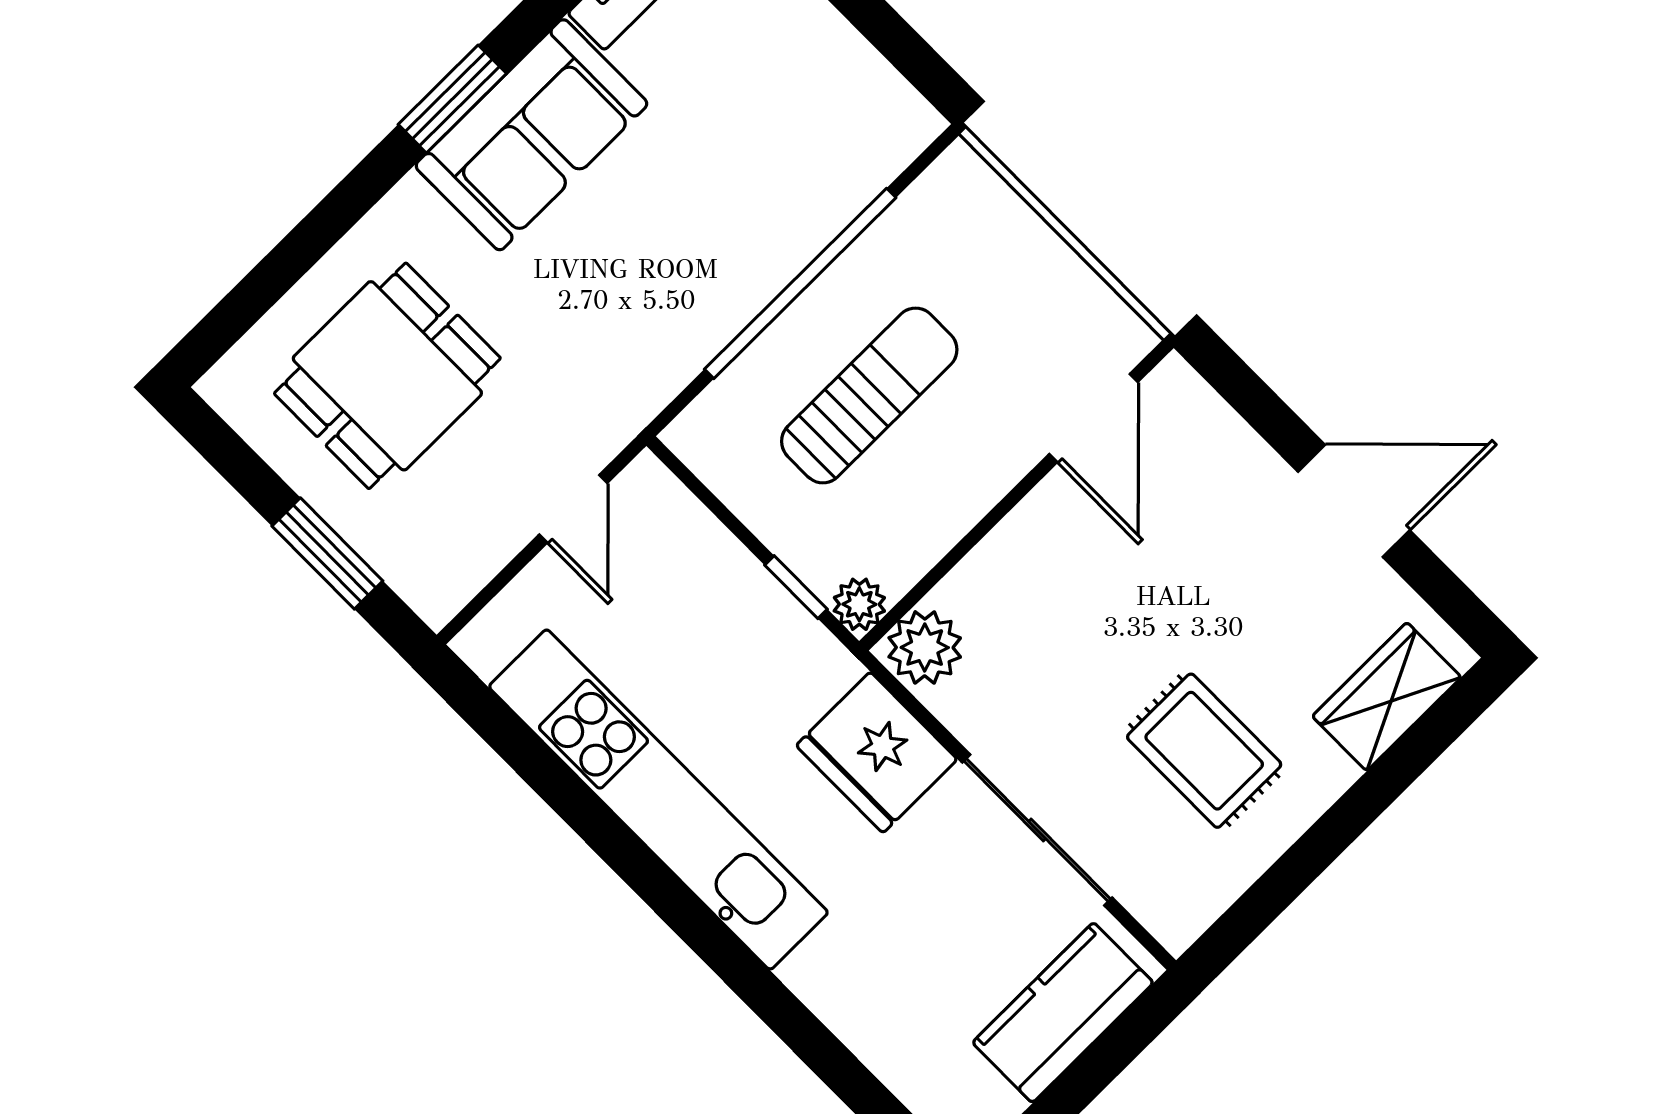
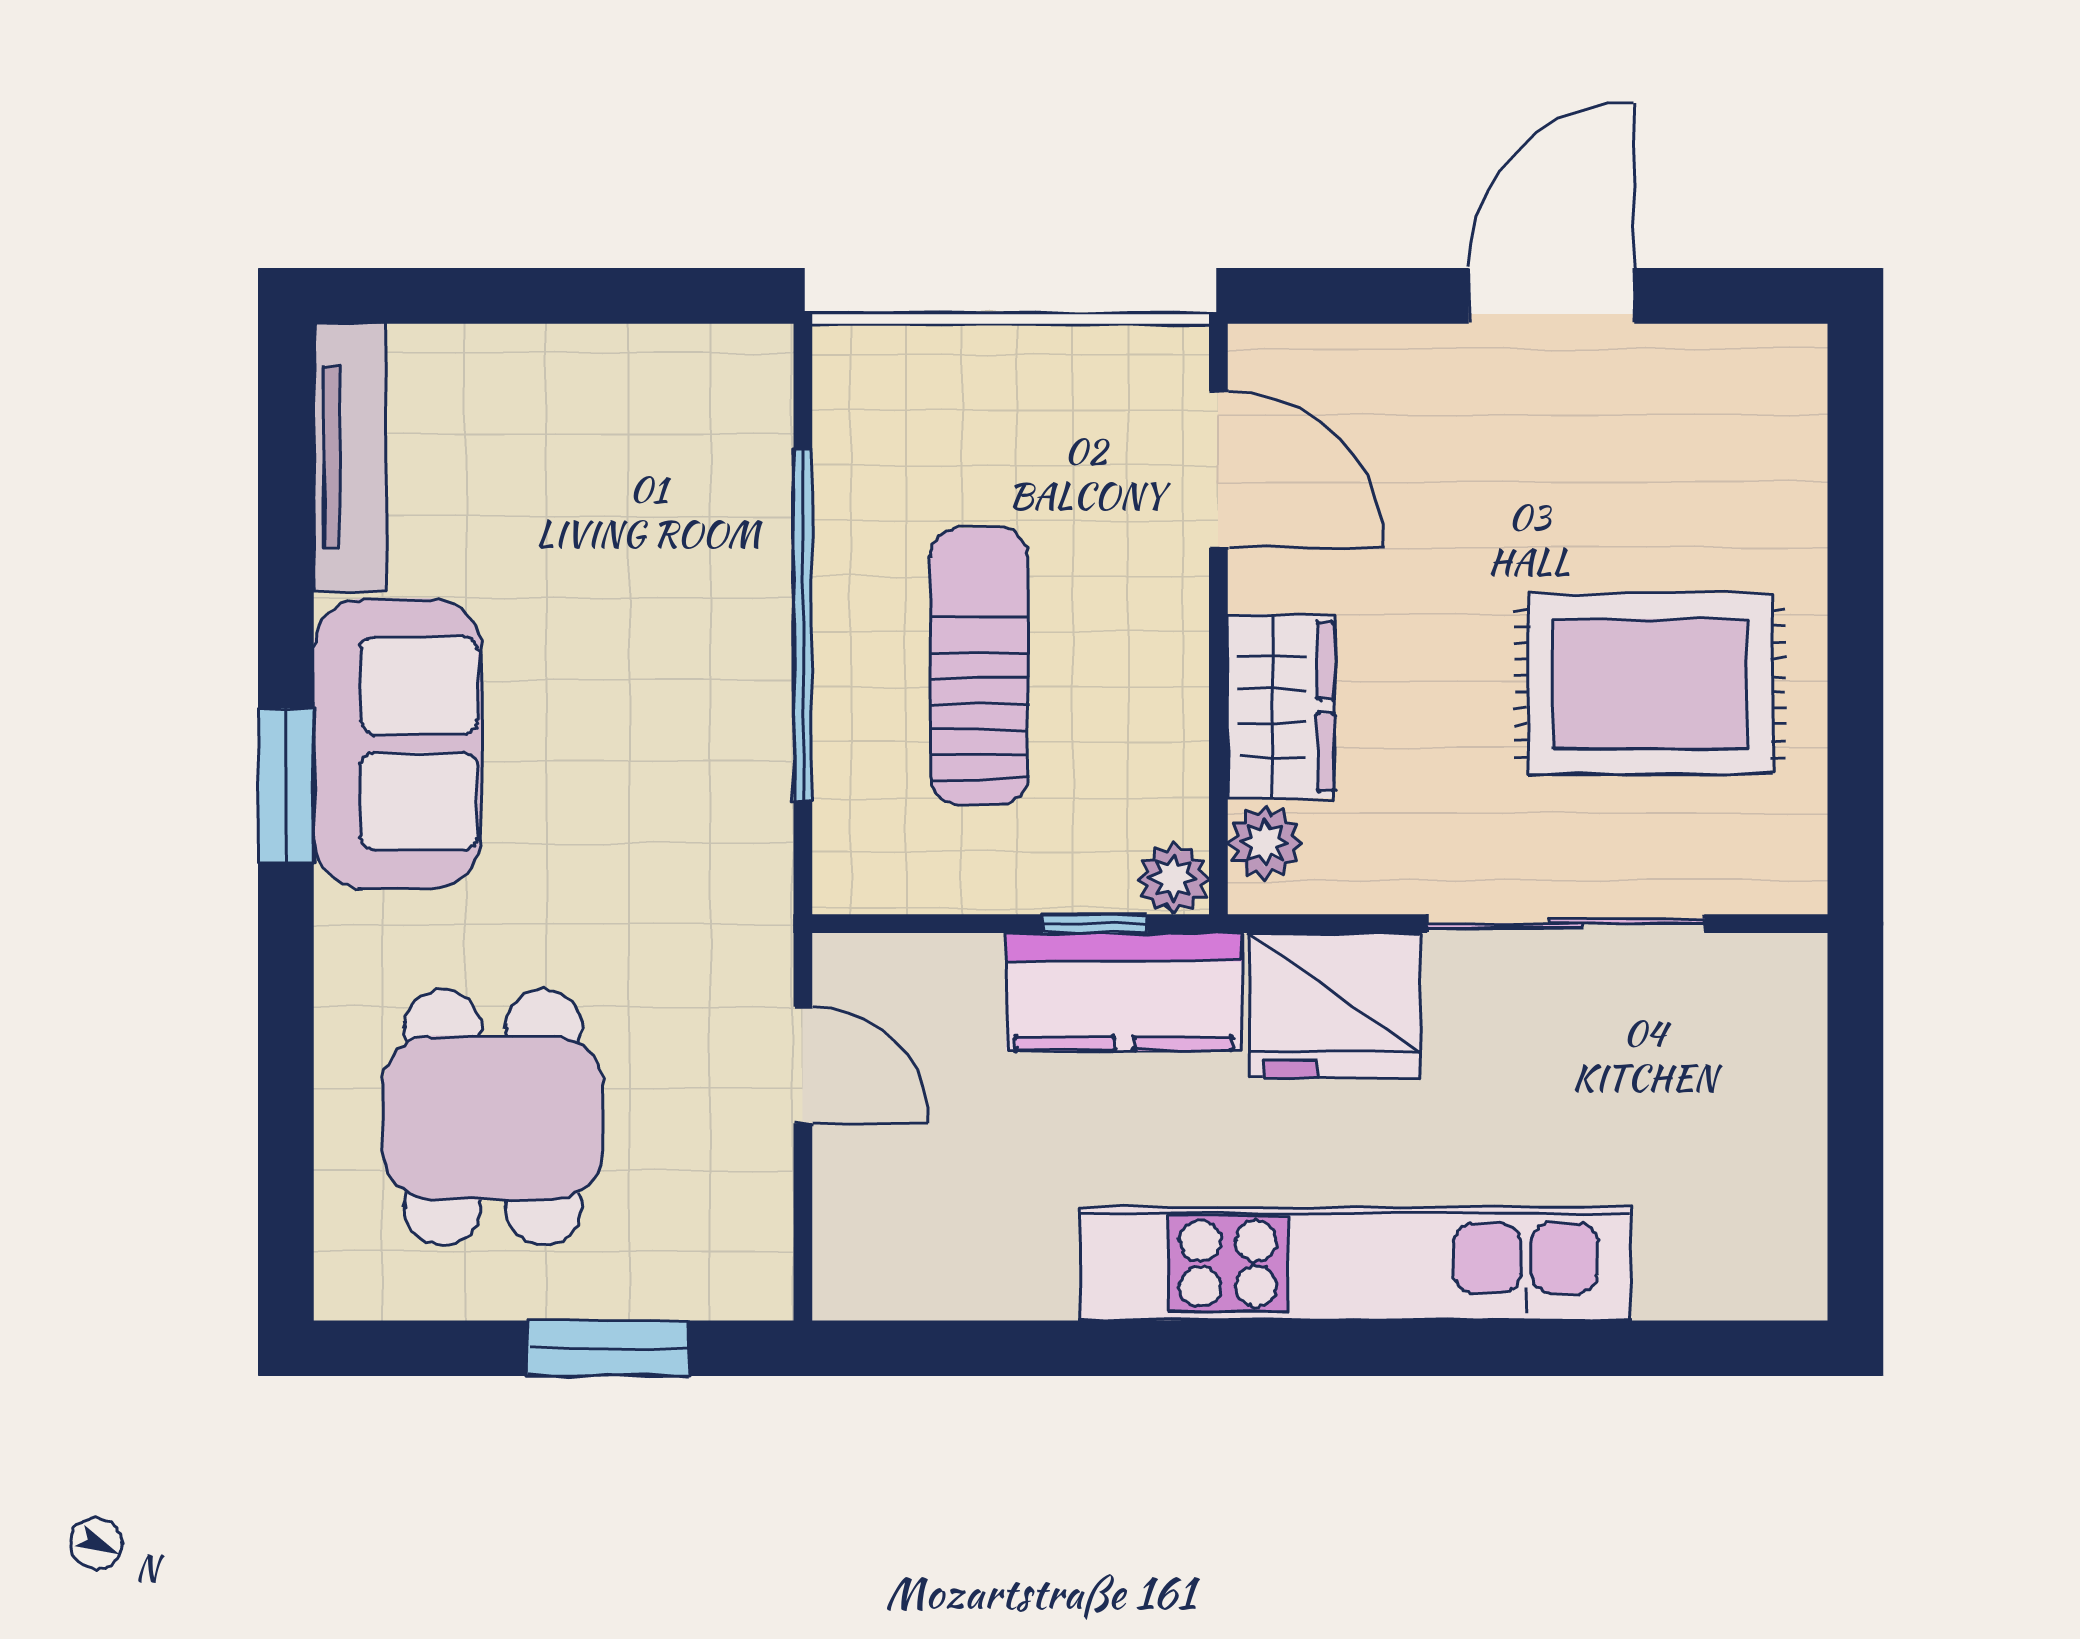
plant: (925, 647) -> (1265, 843), width x0.73, depth x0.73
wardrobe: (1387, 697) -> (1281, 706), moved, turned 180
rug: (1204, 751) -> (1650, 684), width x1.36, depth x1.43
kitchen unit: (658, 800) -> (1355, 1264), moved
kitchen counter: (1063, 1013) -> (1124, 992), moved, turned -90

